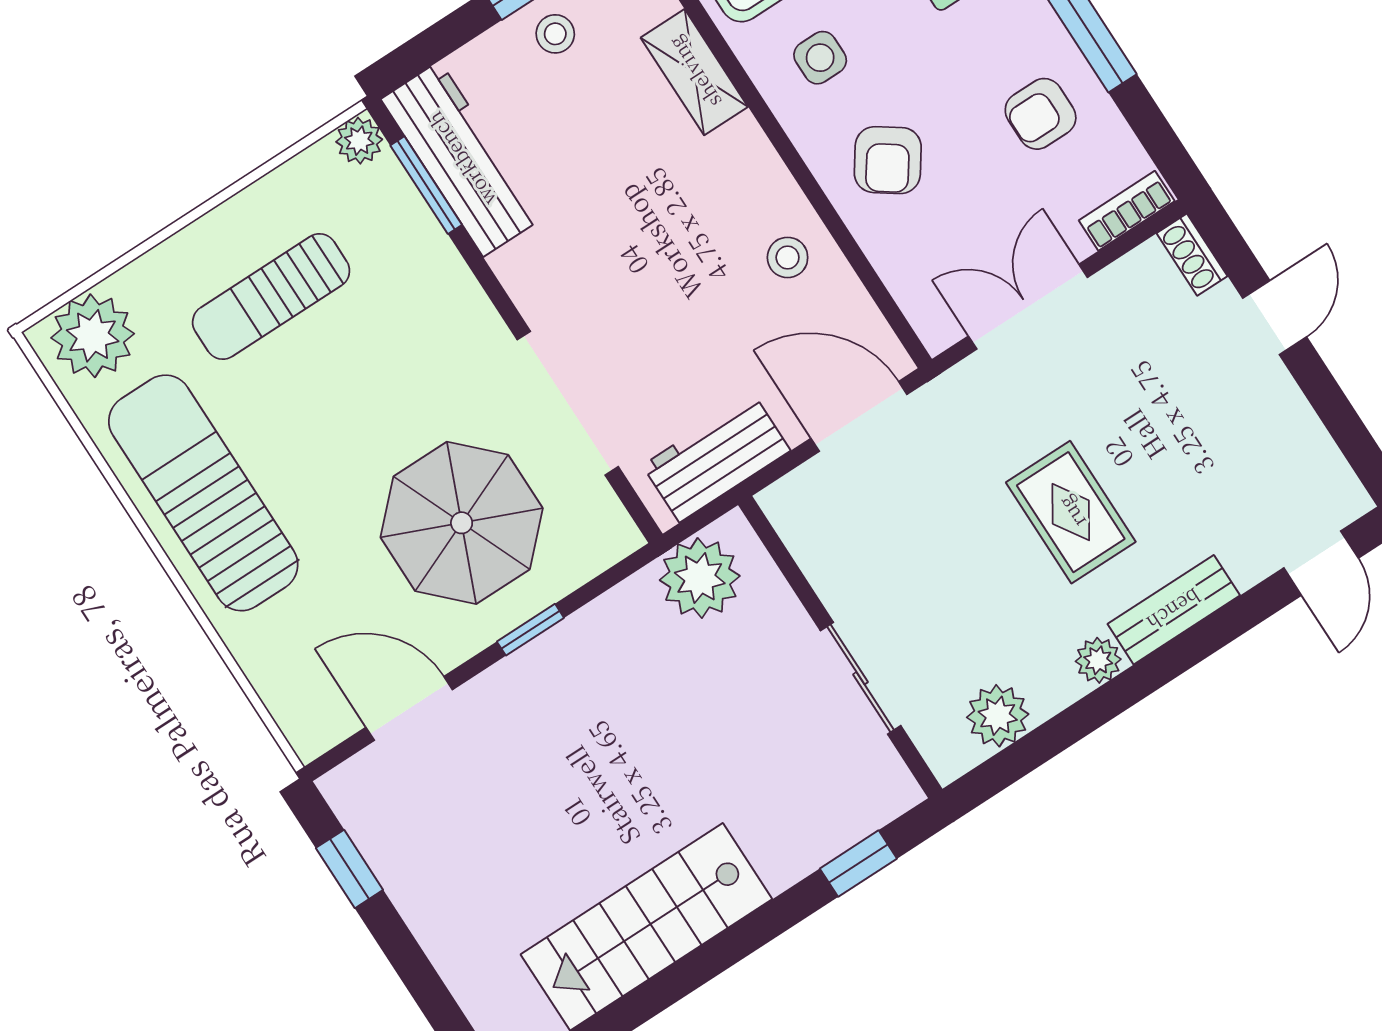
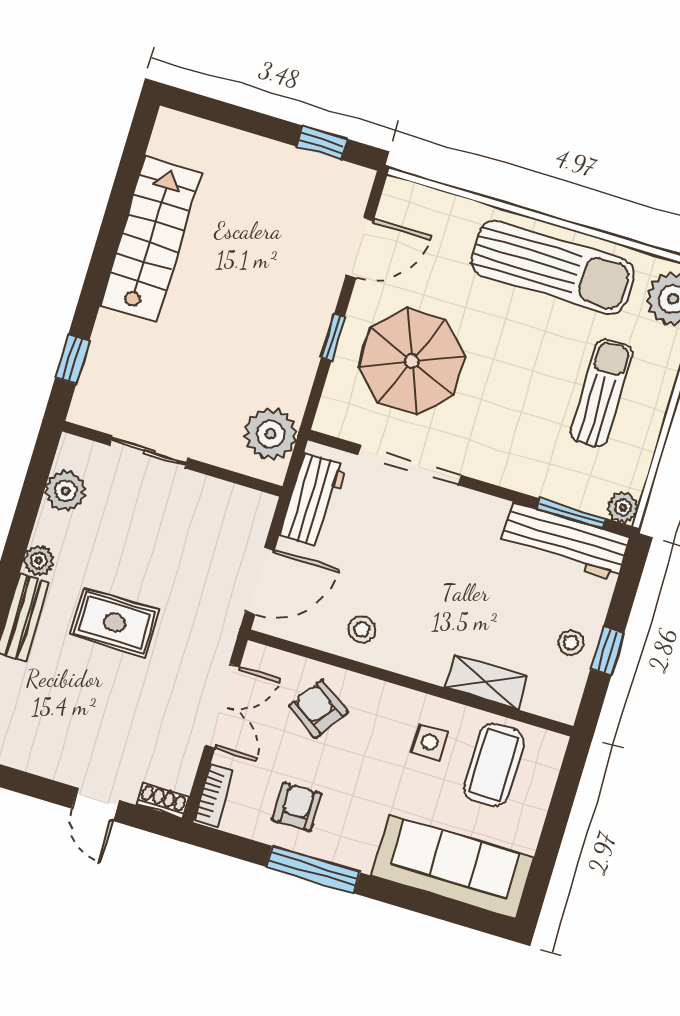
armchair: (888, 160) -> (318, 709), moved

